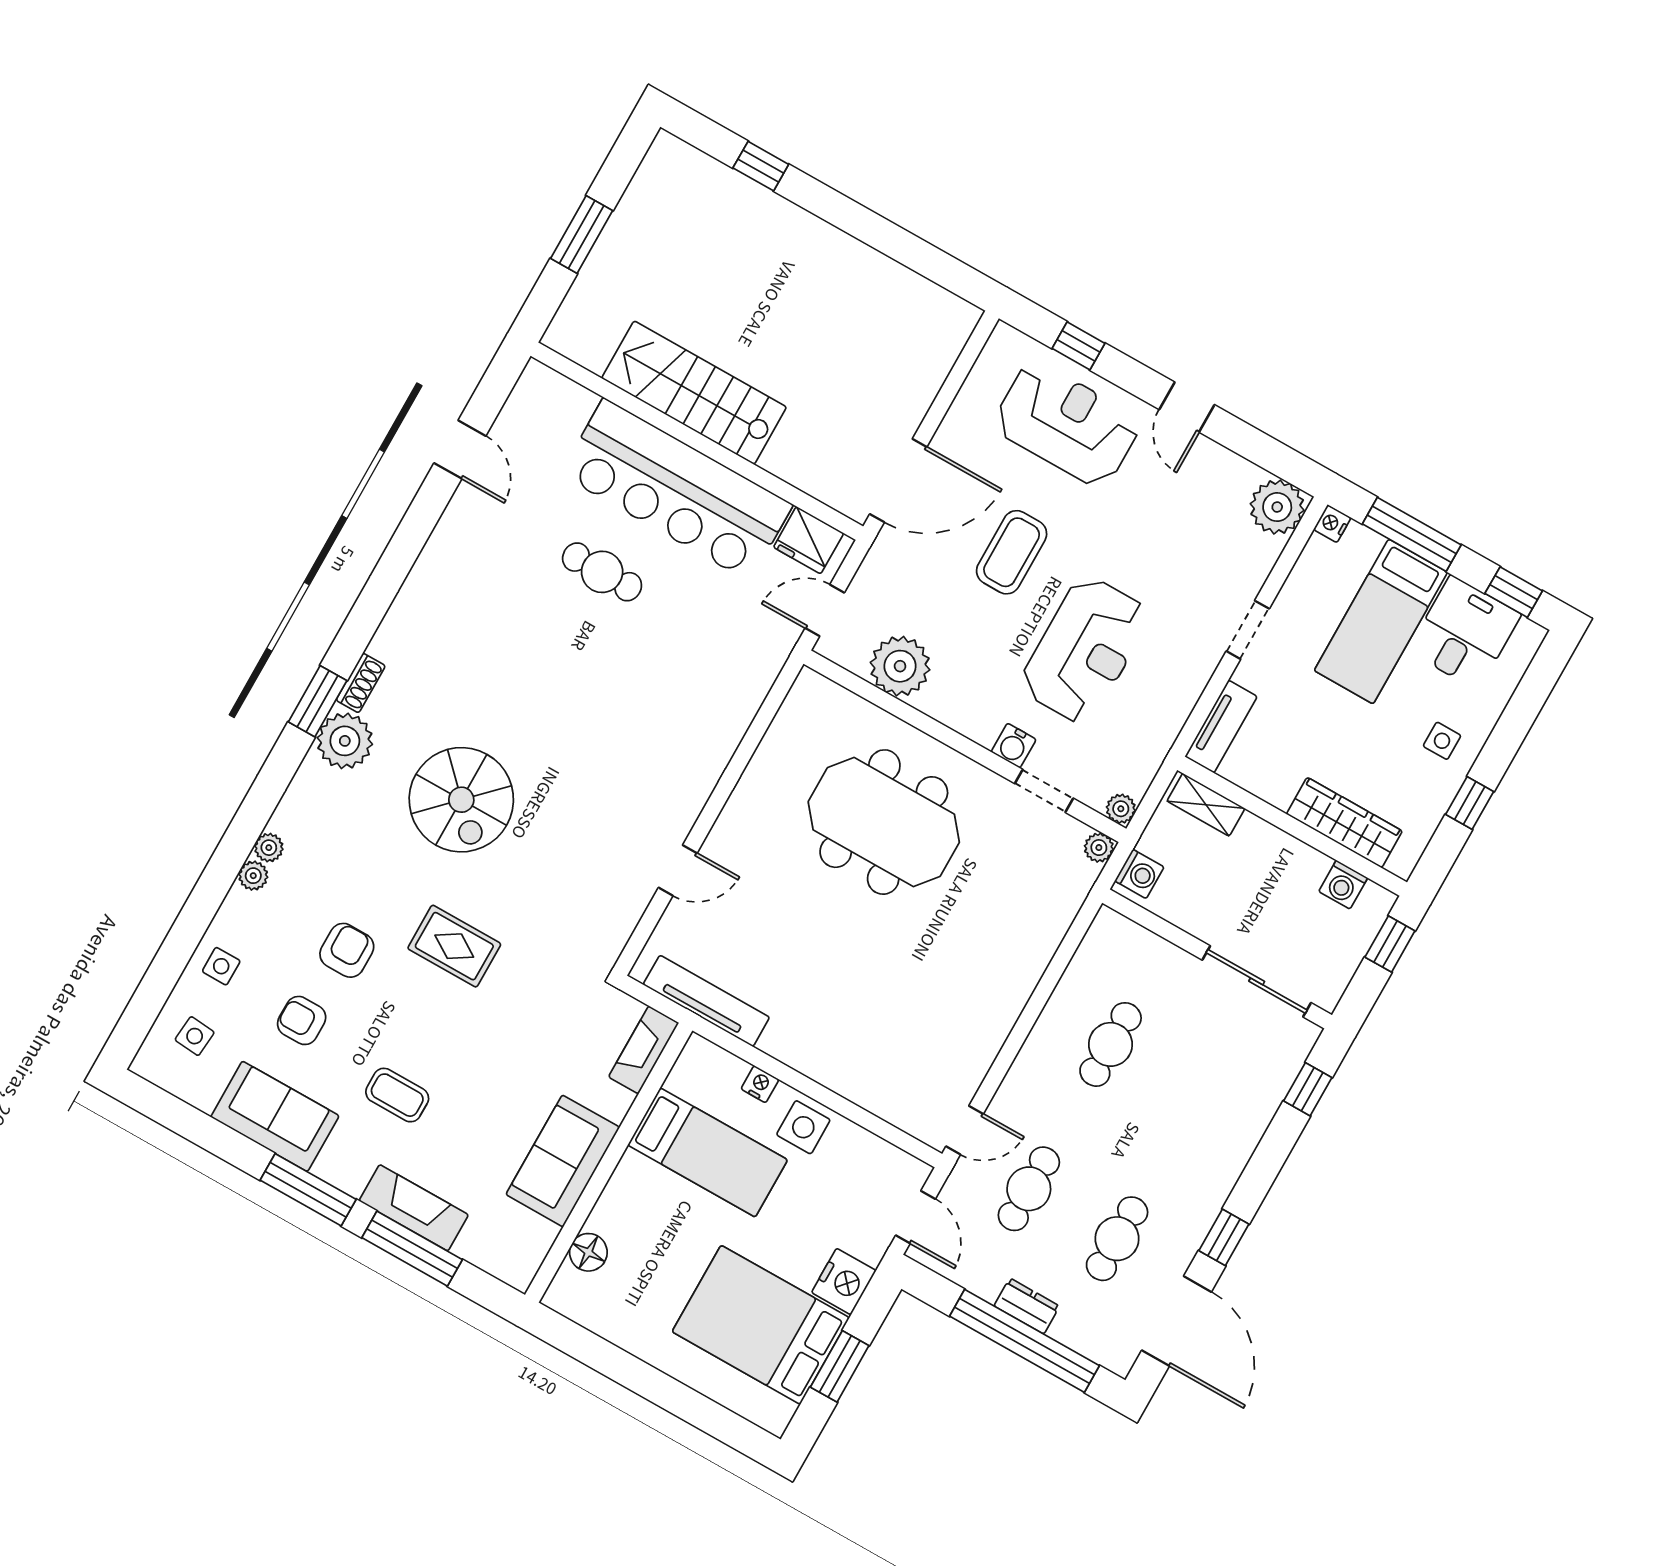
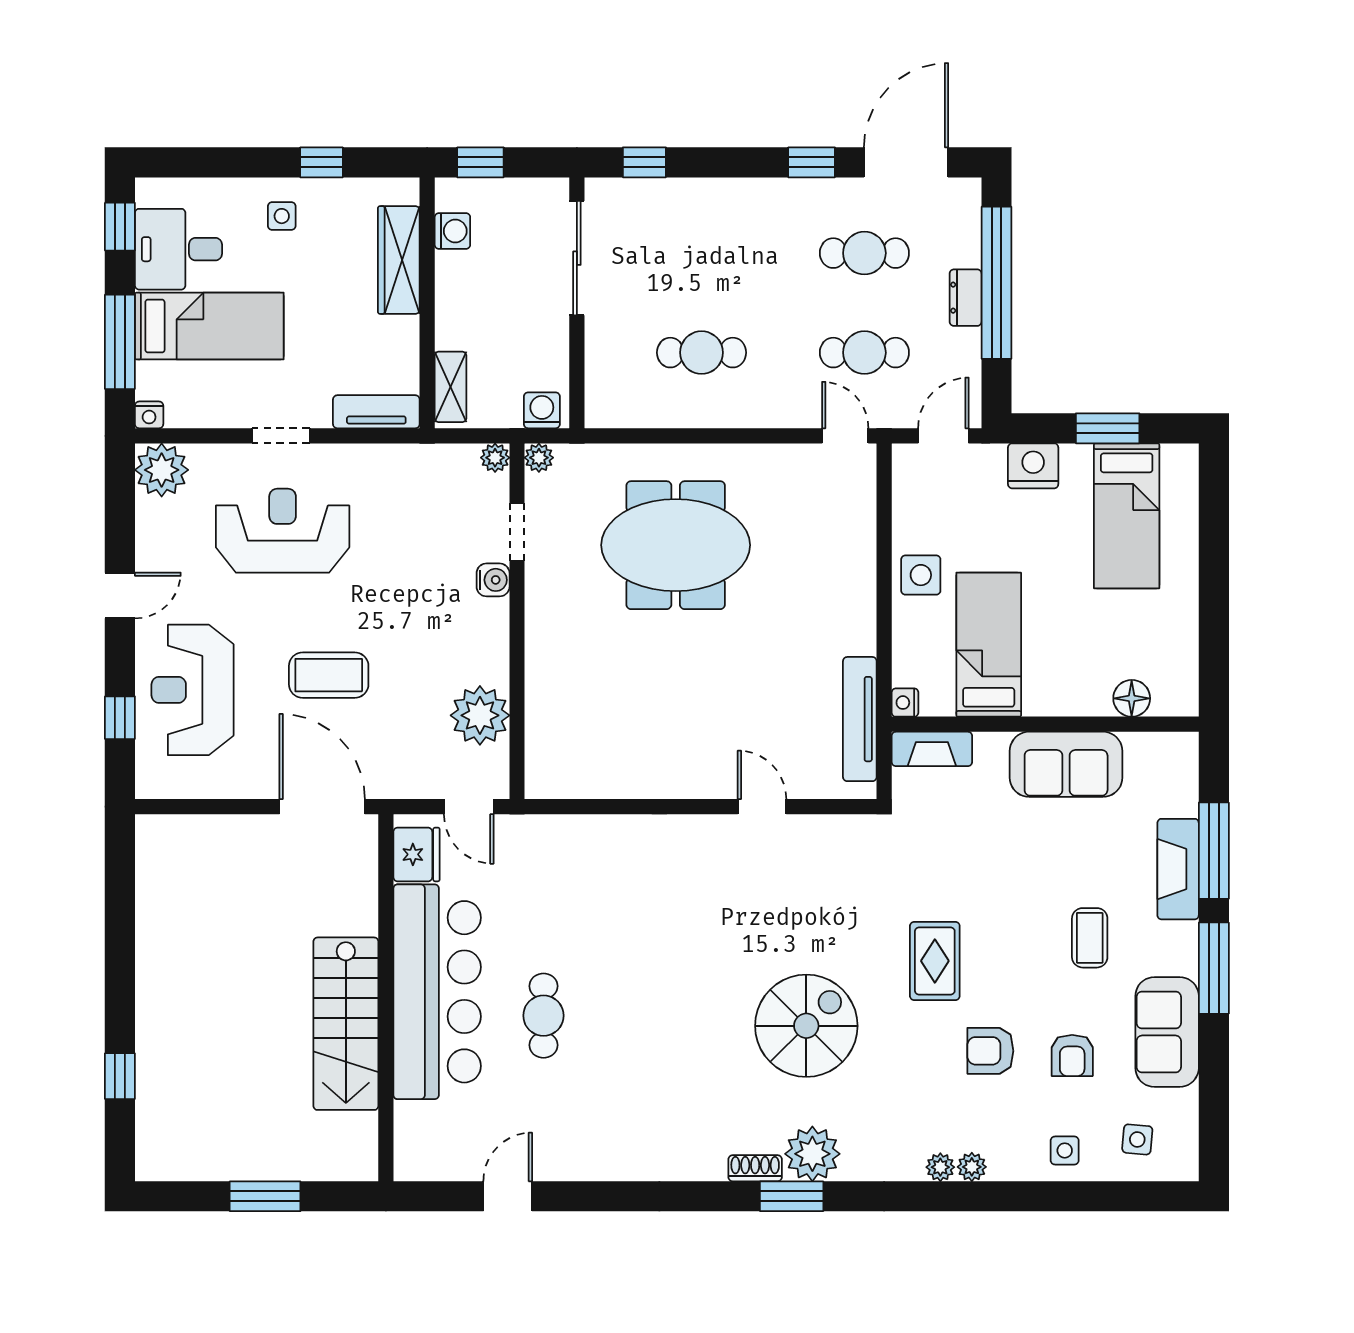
reception desk: (1085, 650) -> (283, 531), moved
meeting table: (884, 822) -> (676, 545), moved, turned 90
nightstand: (760, 1084) -> (905, 703), moved
bed: (761, 1325) -> (1127, 516), width x0.67

